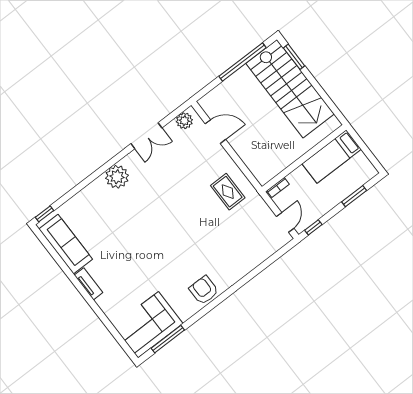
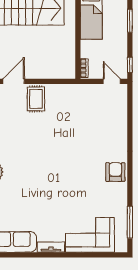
rug: (228, 192) -> (36, 99), moved, turned 90
armchair: (204, 290) -> (115, 172), turned 90
corner sofa: (148, 325) -> (90, 235), moved, turned 90

